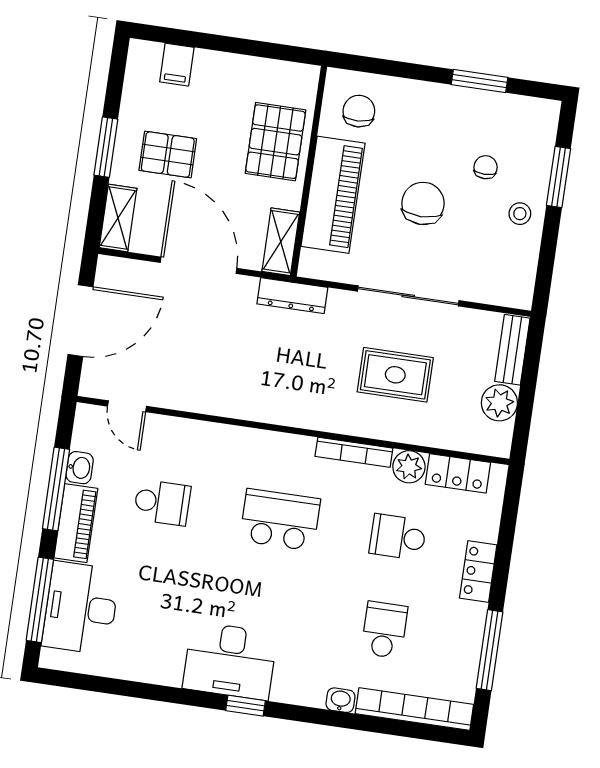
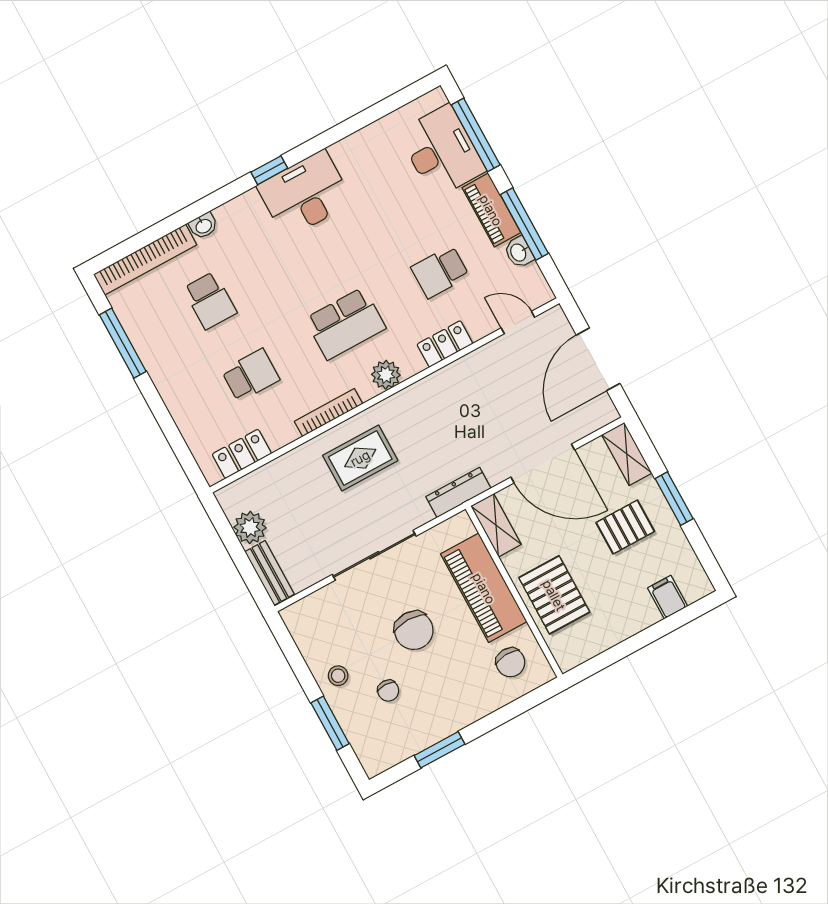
rug: (395, 375) -> (360, 458), moved
plant: (409, 467) -> (386, 375), moved
locker: (478, 571) -> (445, 344), moved, turned -90

